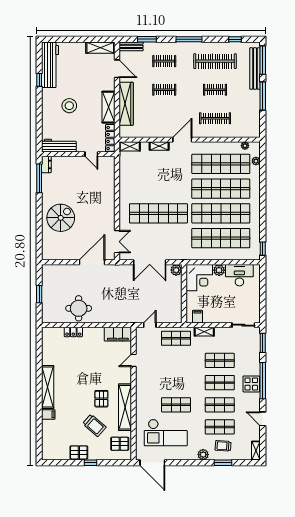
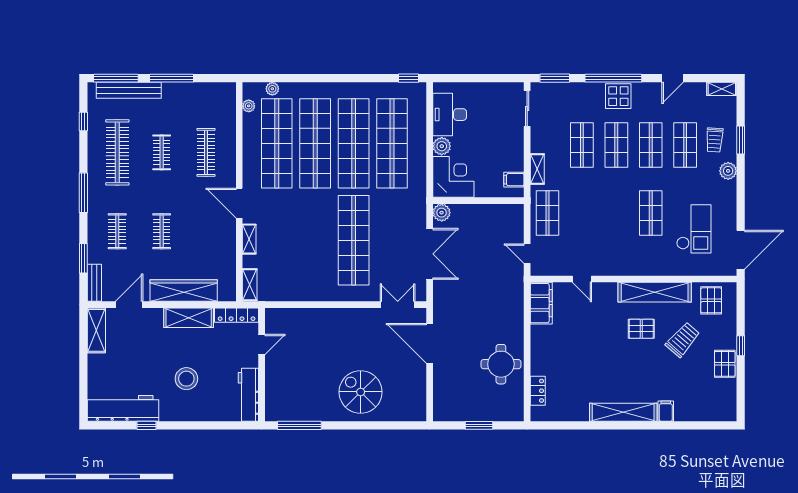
dresser: (46, 164) -> (278, 414), removed
locker: (73, 332) -> (538, 391), moved
checkout: (166, 433) -> (694, 229), width x0.73, depth x0.83

